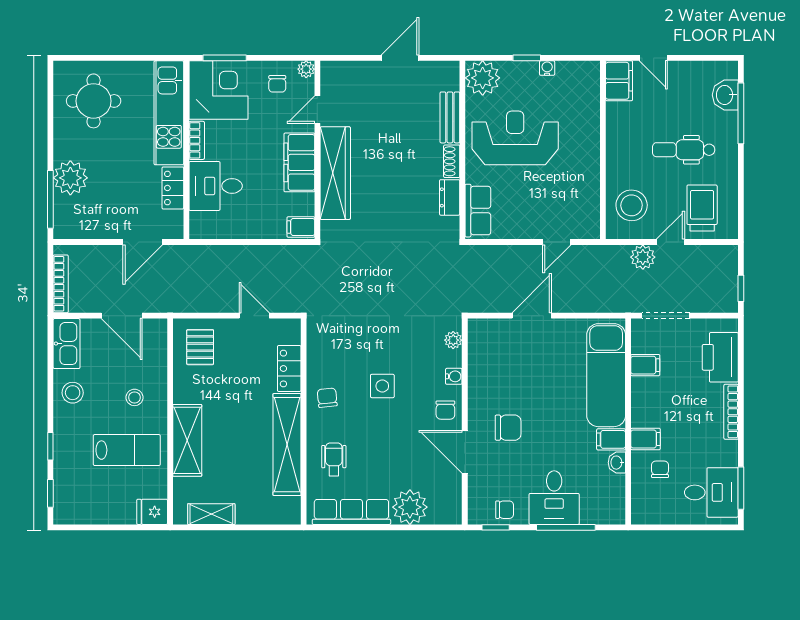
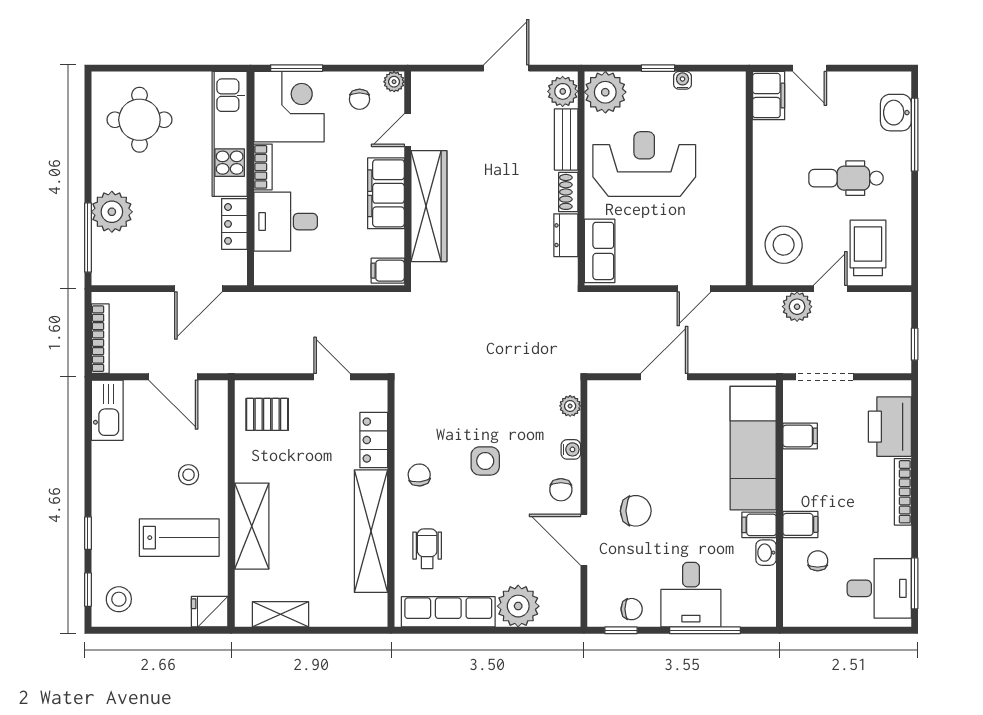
plant: (447, 77) -> (563, 91), added
pallet: (200, 347) -> (267, 414), turned 90
stool: (73, 393) -> (119, 599), moved

